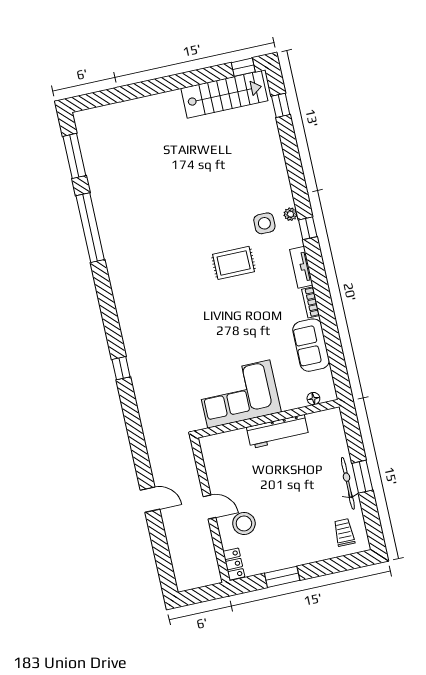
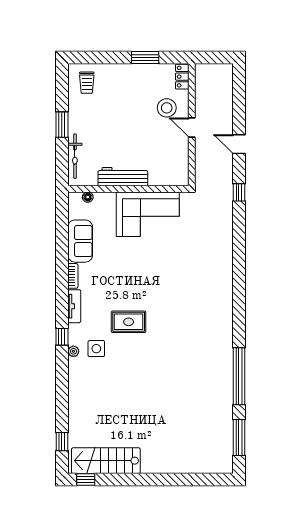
window: (121, 368) -> (239, 192), moved
bicycle: (348, 483) -> (75, 156), moved

